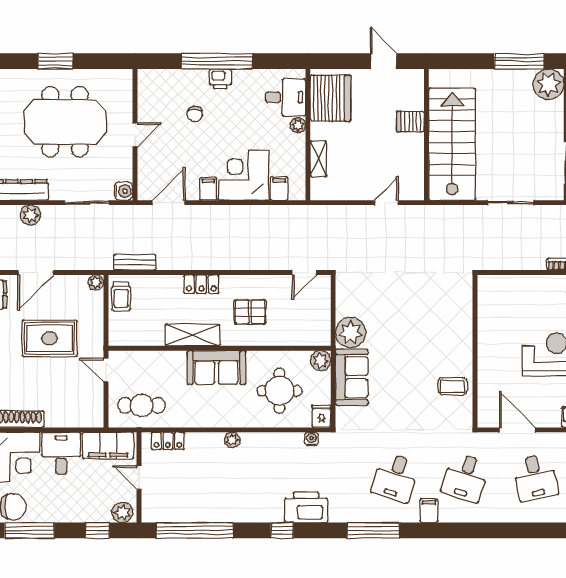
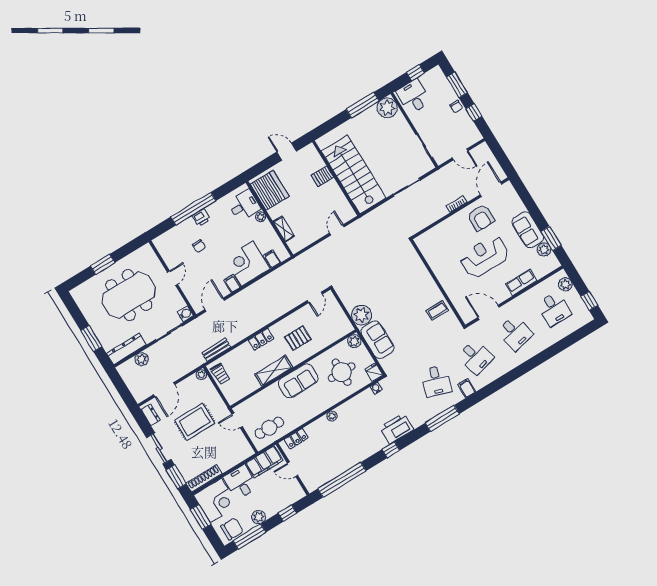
desk: (465, 477) -> (476, 357), turned -33
plant: (122, 512) -> (259, 517), moved

